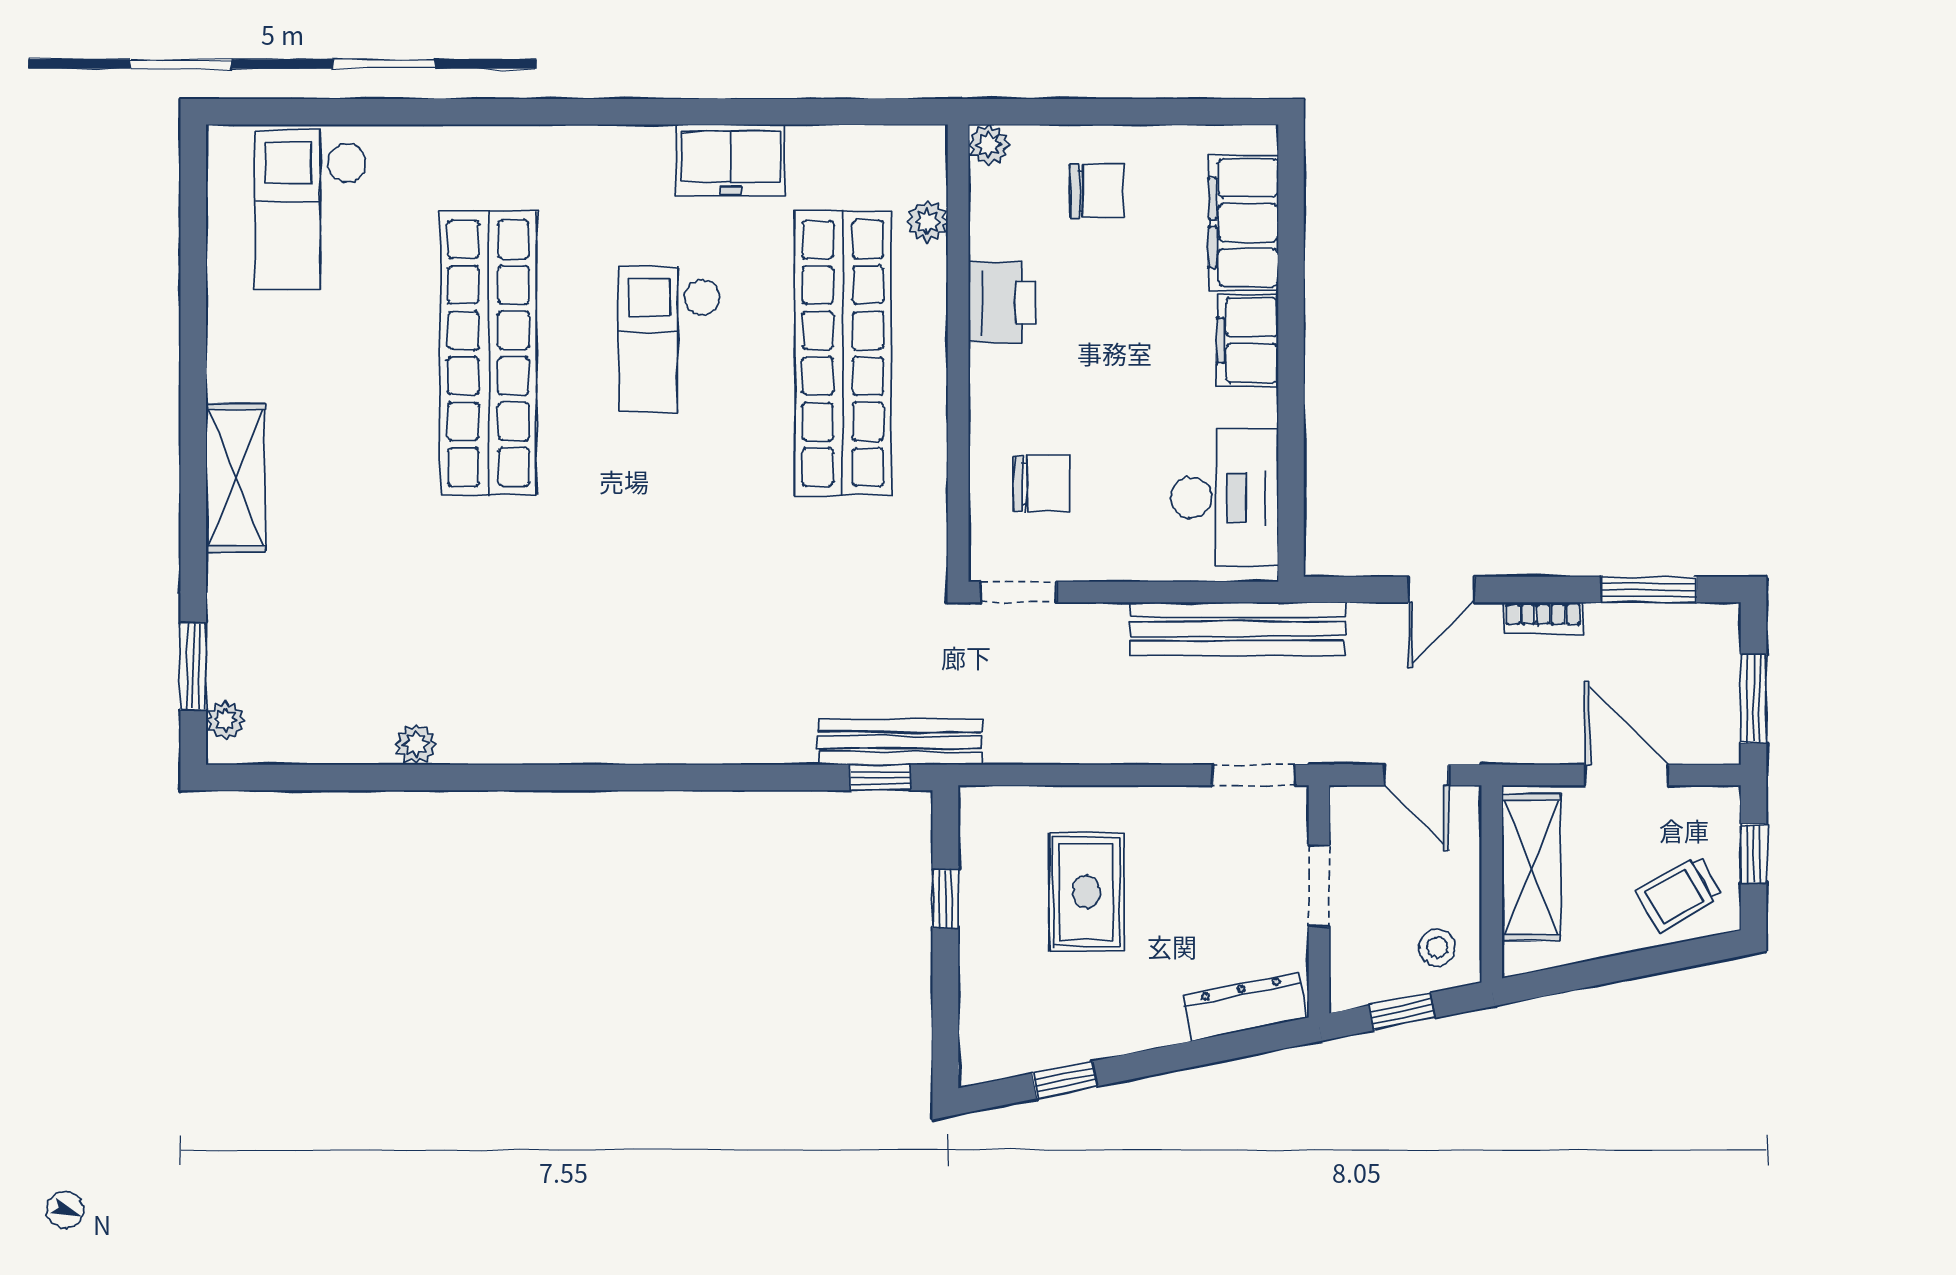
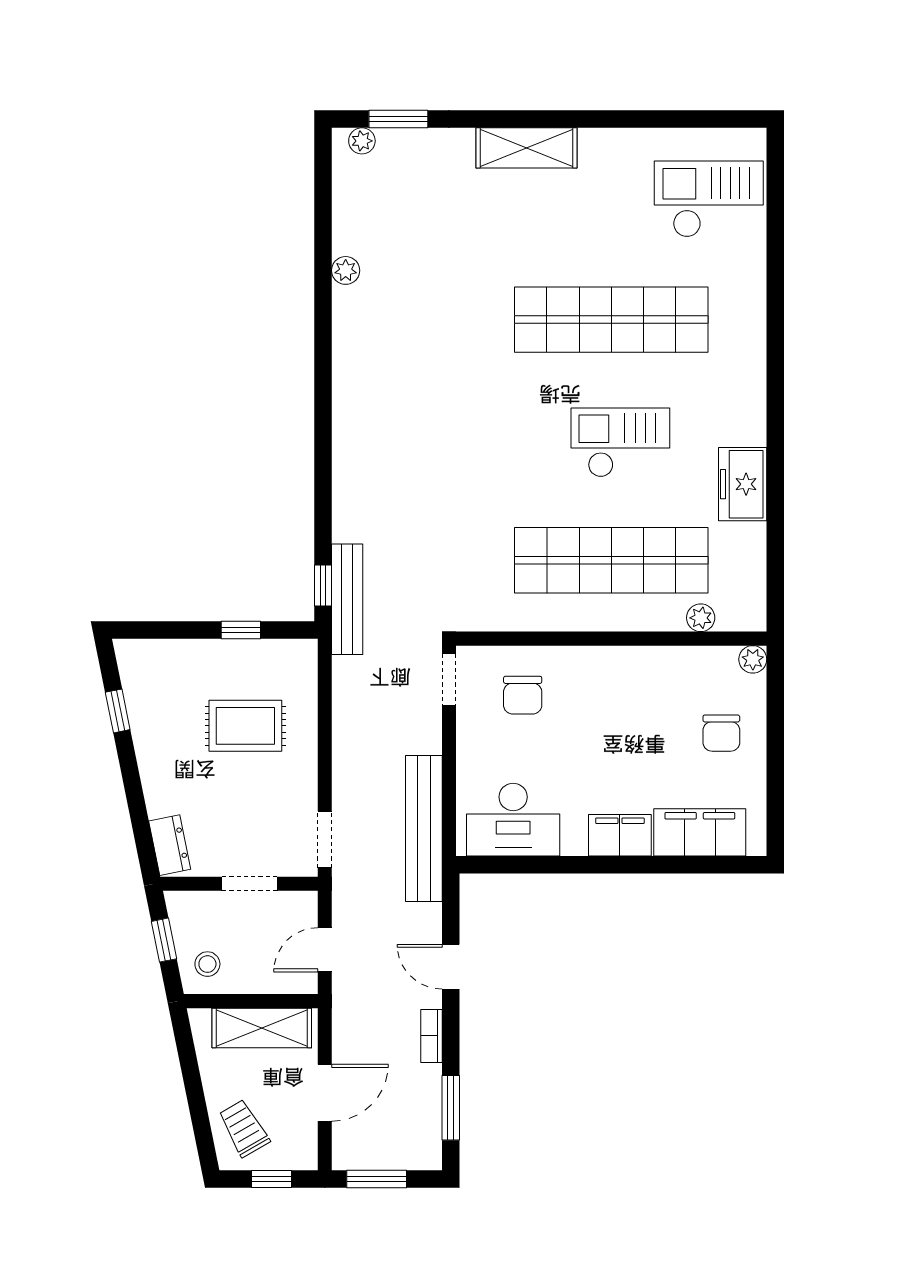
printer: (1002, 302) -> (646, 668), removed
dresser: (1244, 1007) -> (170, 845), width x0.70

